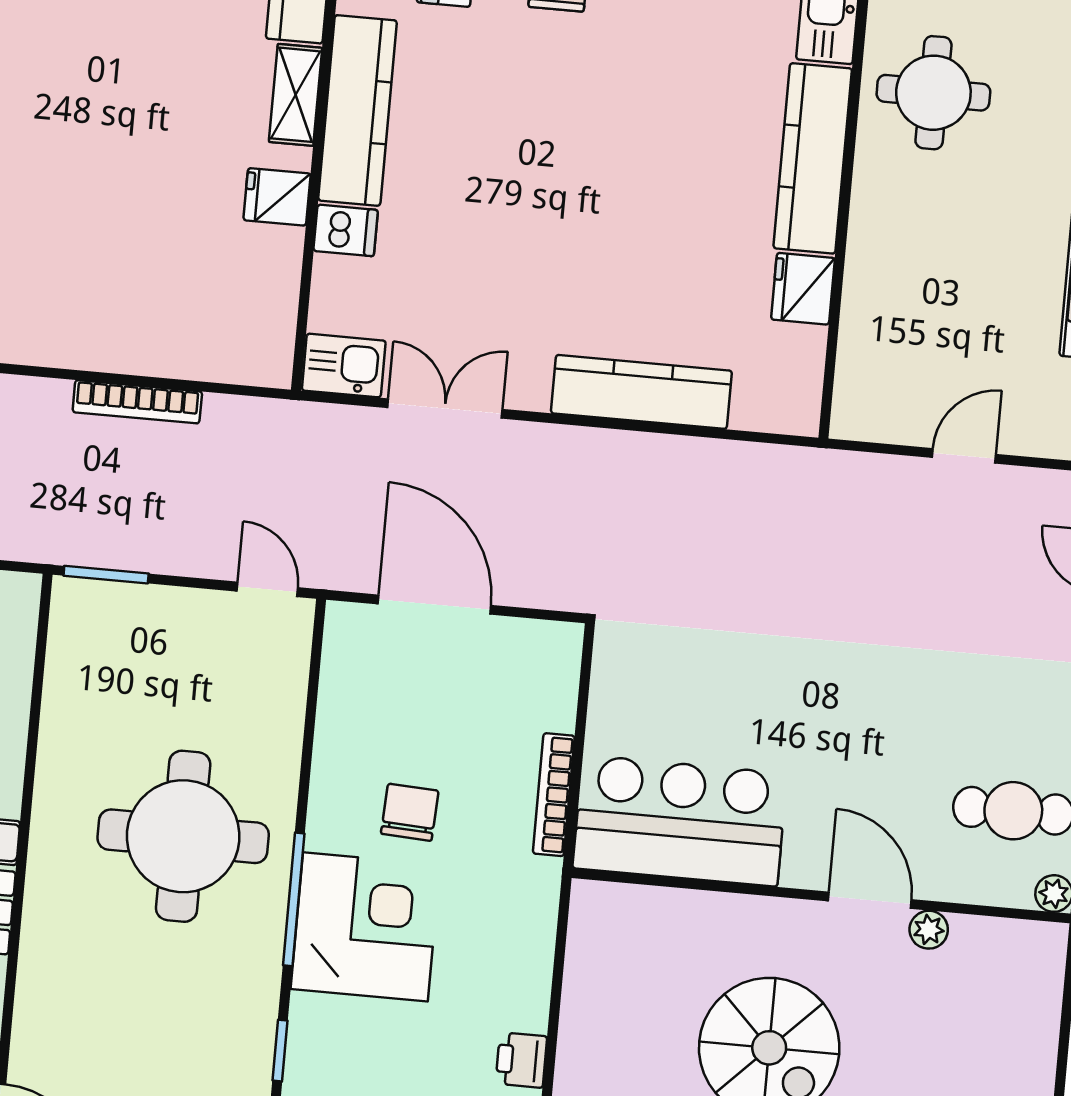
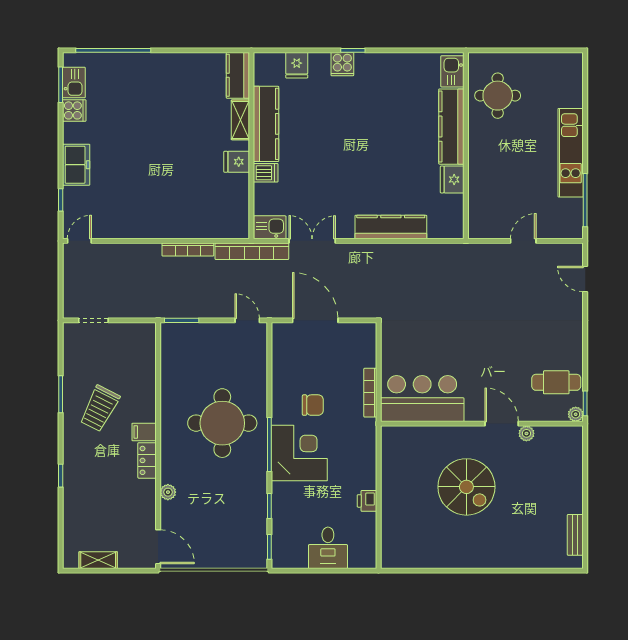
bookcase: (294, 420) -> (252, 251), added
chair: (410, 812) -> (313, 405), turned 87
plant: (34, 994) -> (168, 492), added

